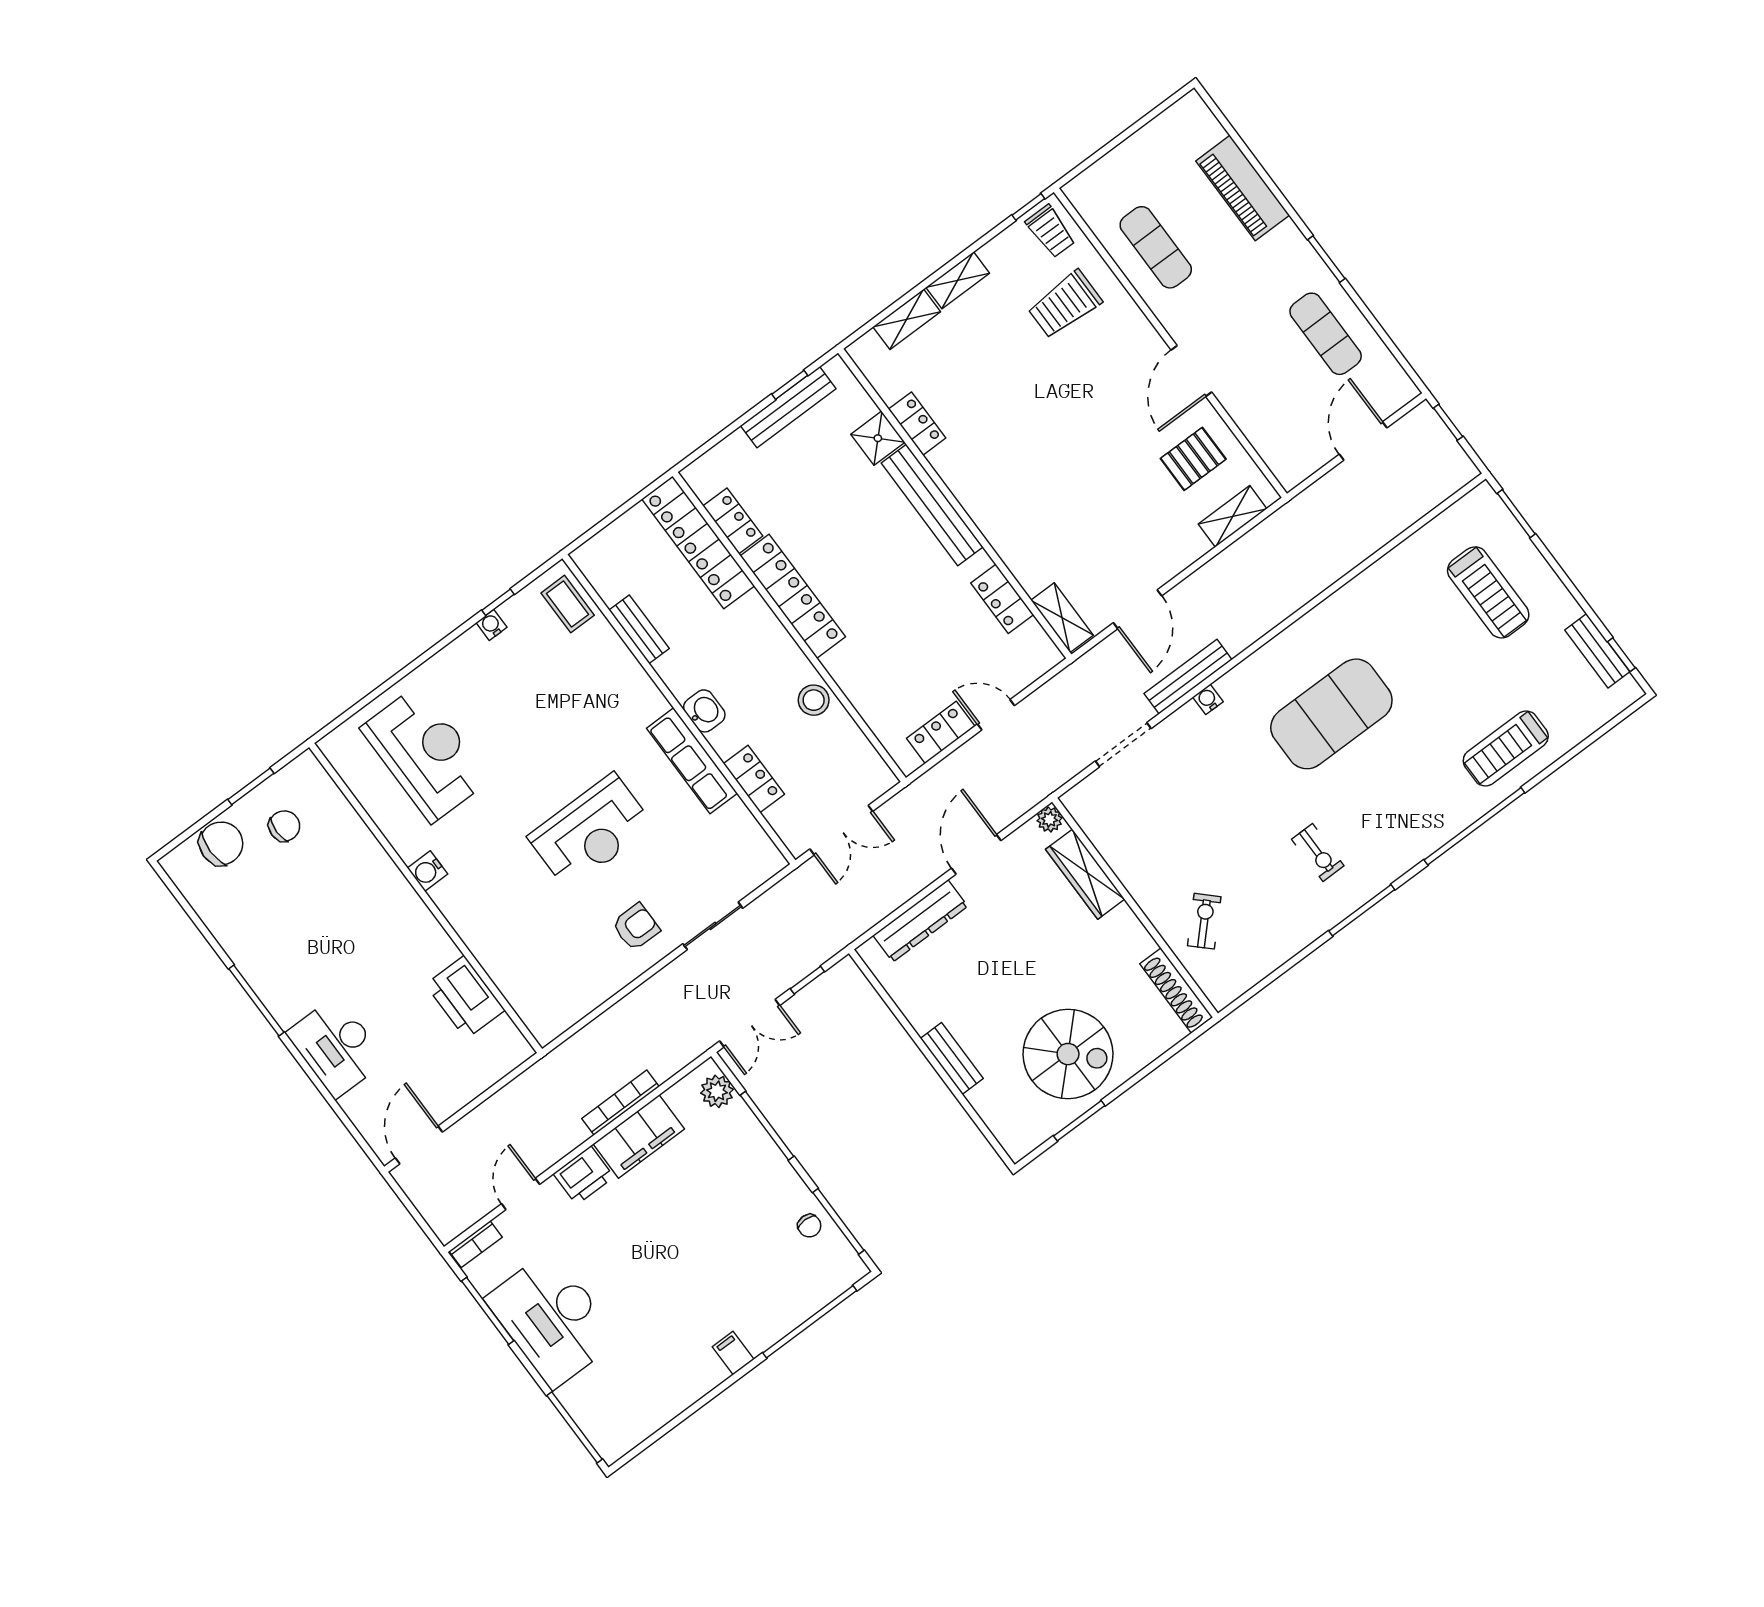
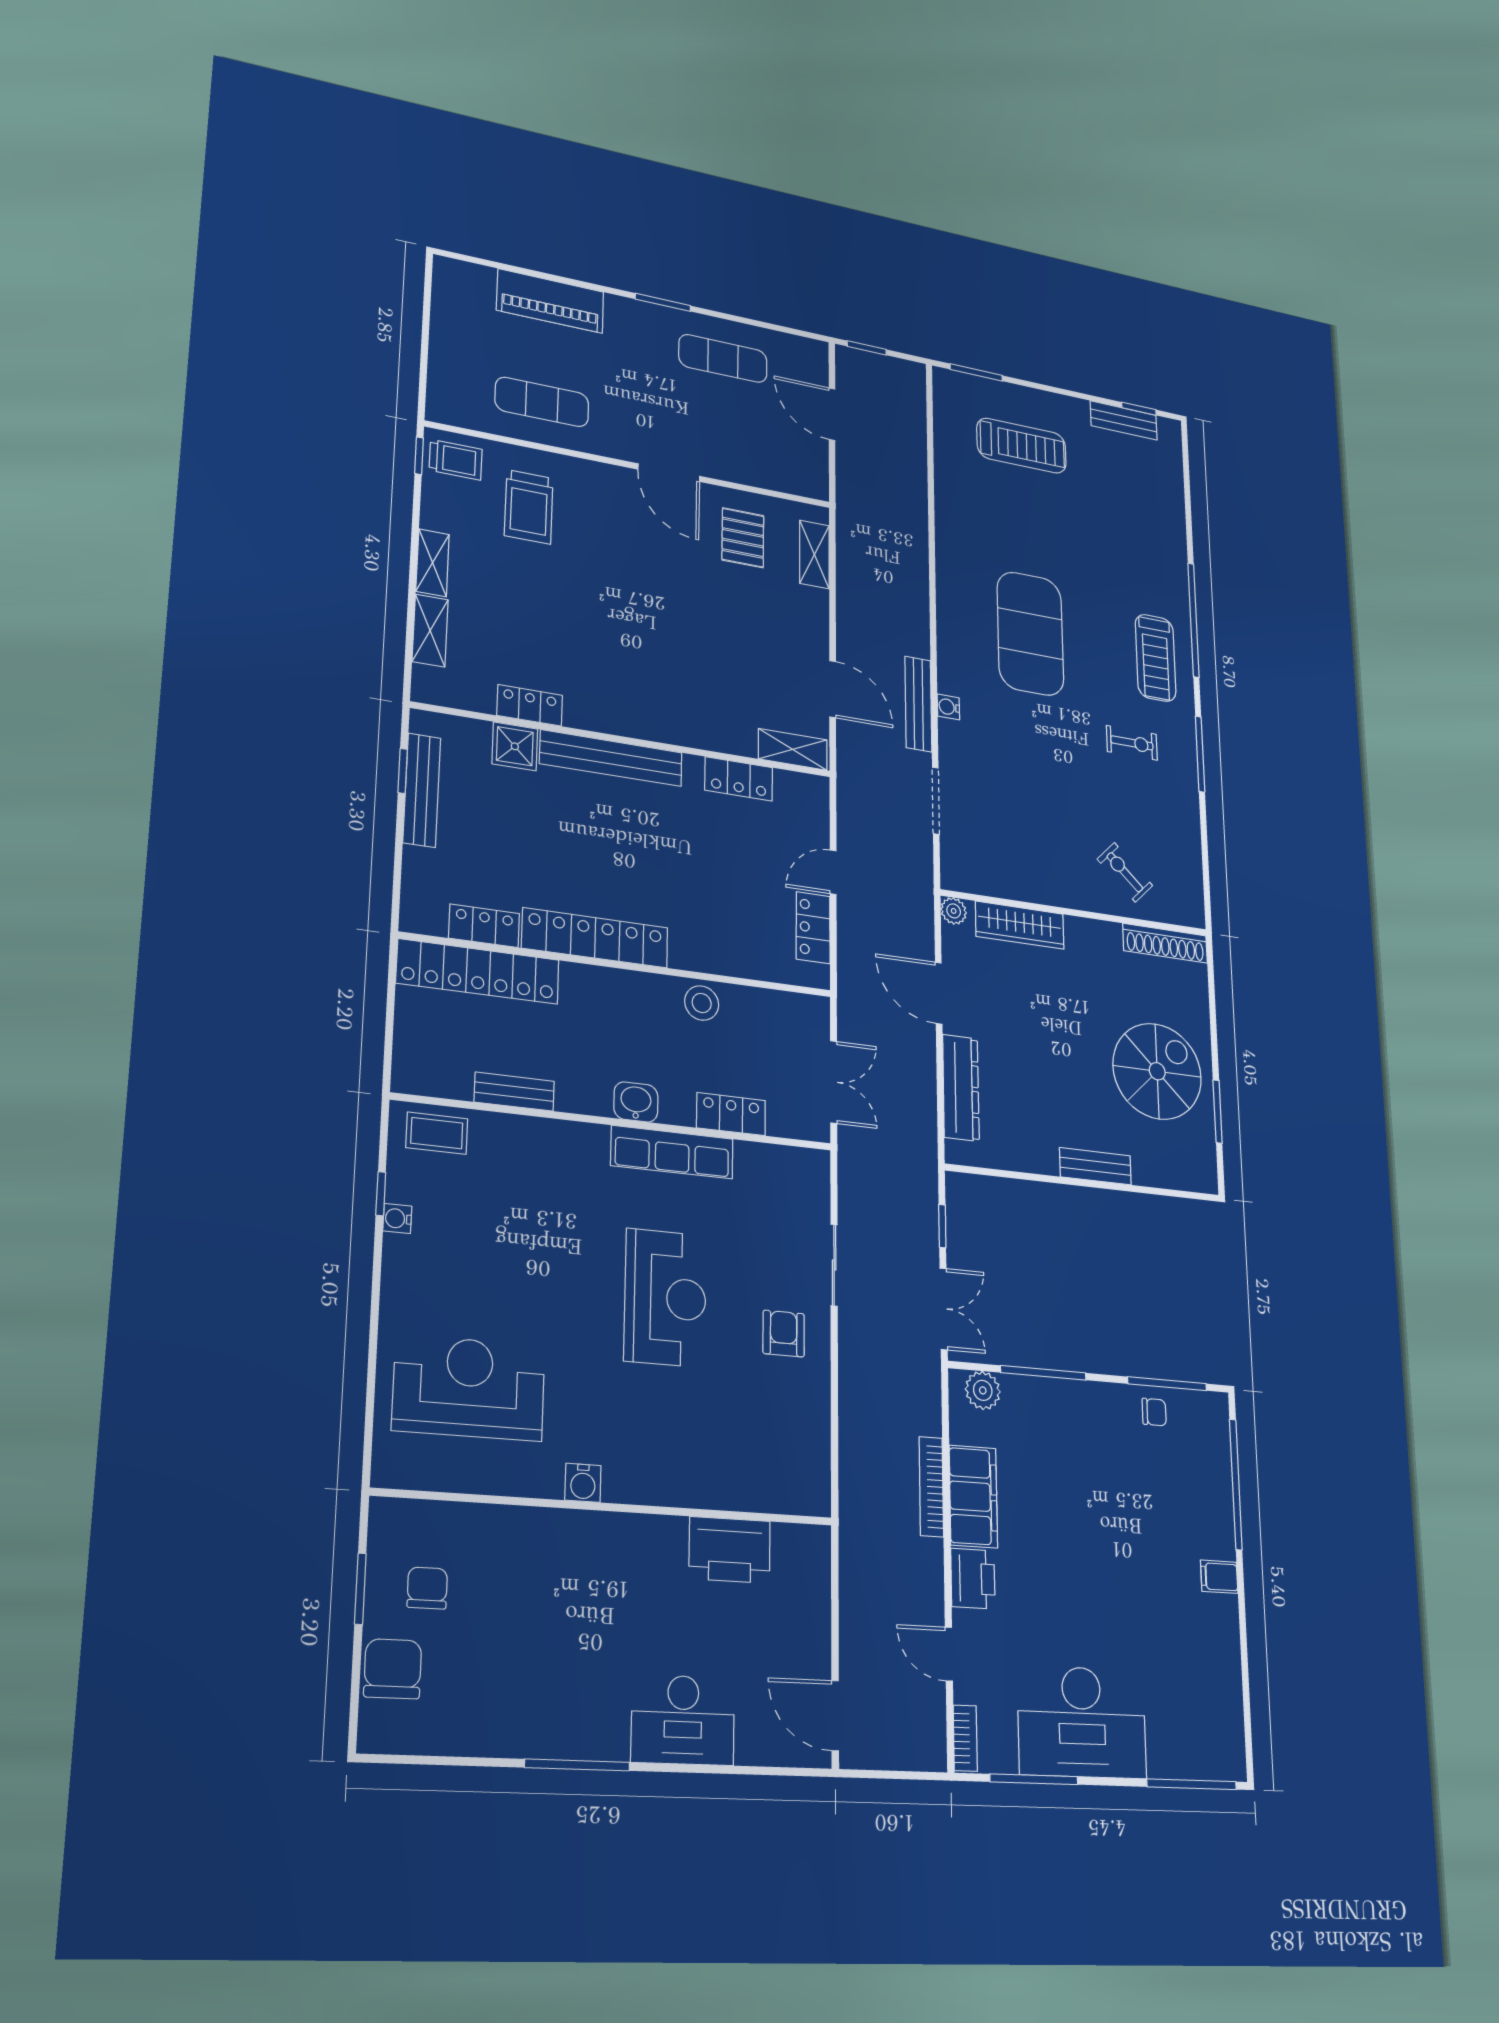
treadmill: (1506, 748) -> (1156, 658), moved

